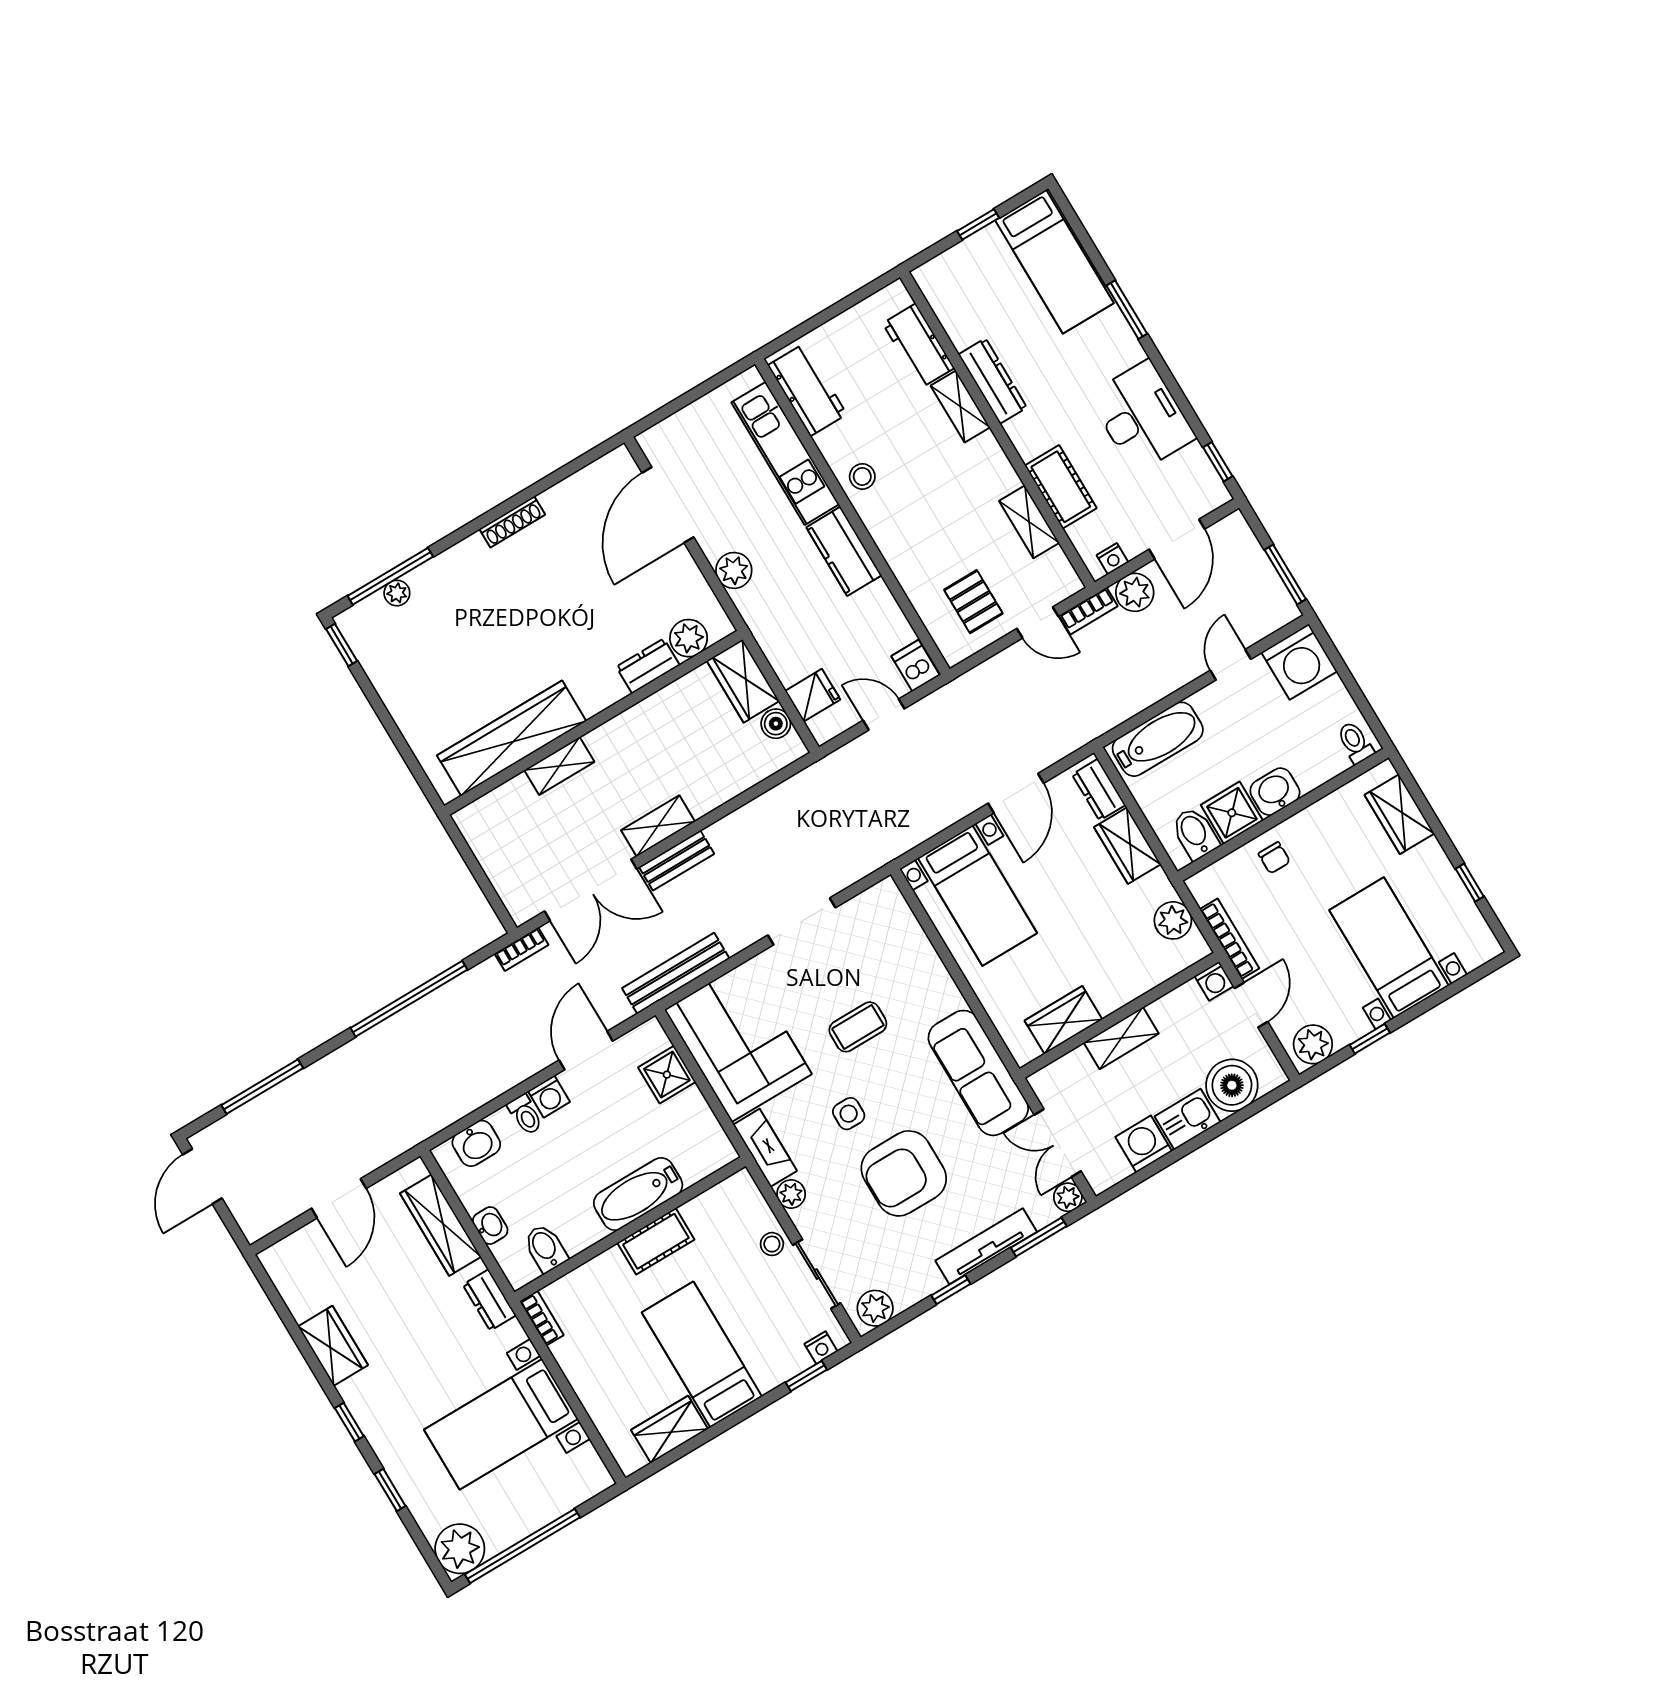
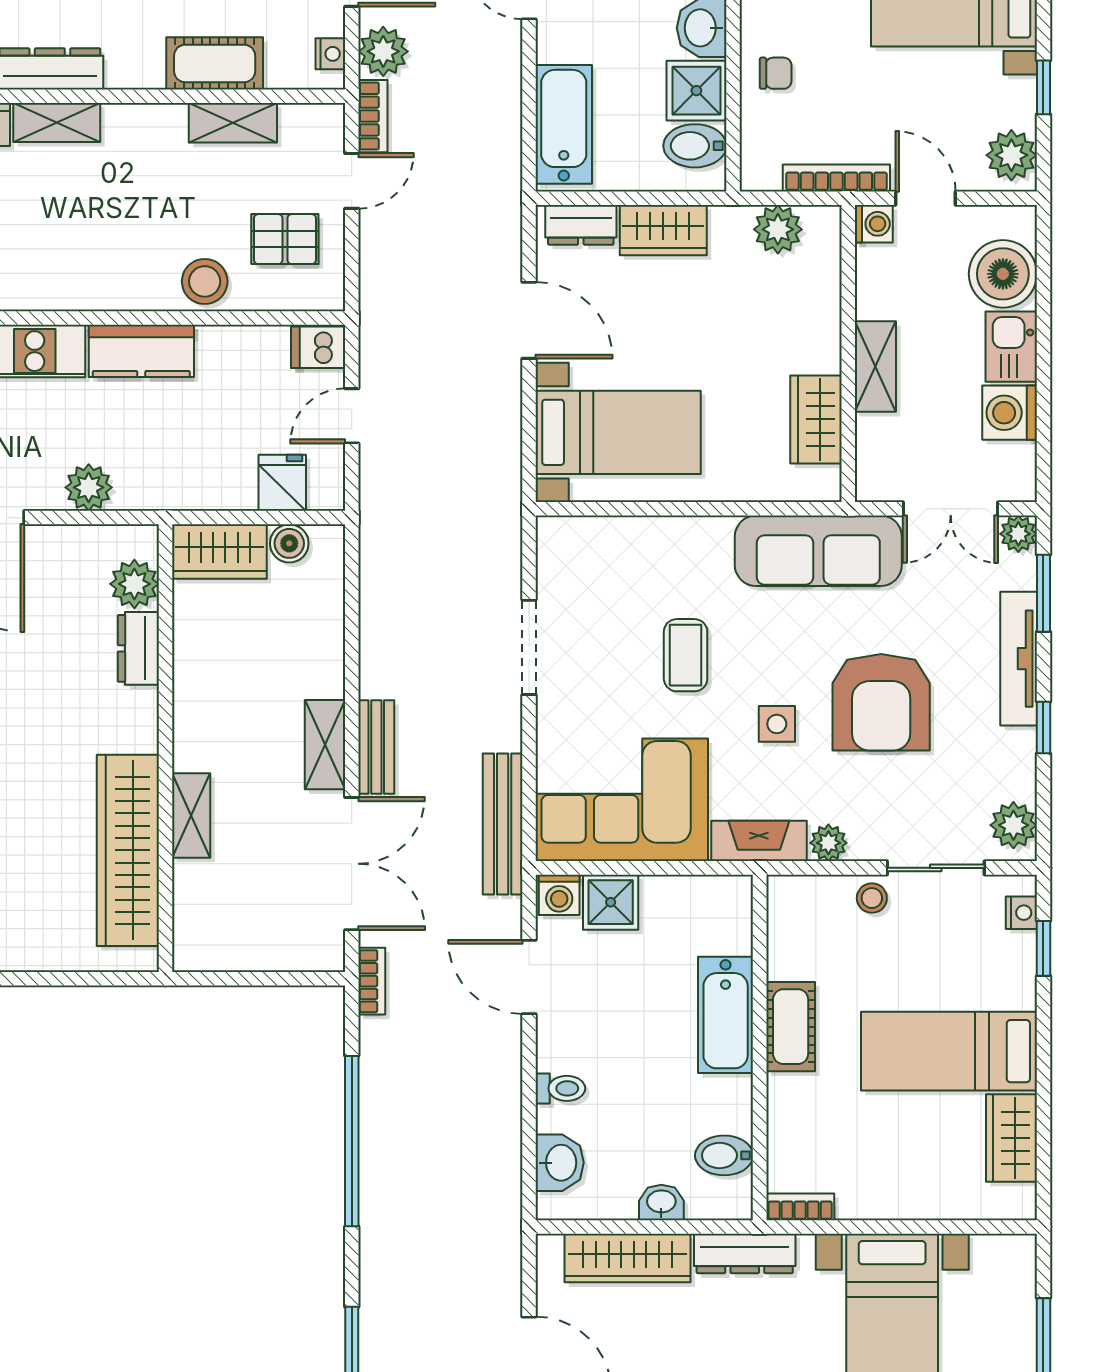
stool: (862, 476) -> (205, 281), moved, width x1.37, depth x1.37
washing machine: (549, 1097) -> (559, 895), moved, turned 90
dresser: (489, 1300) -> (745, 1254), width x1.44

